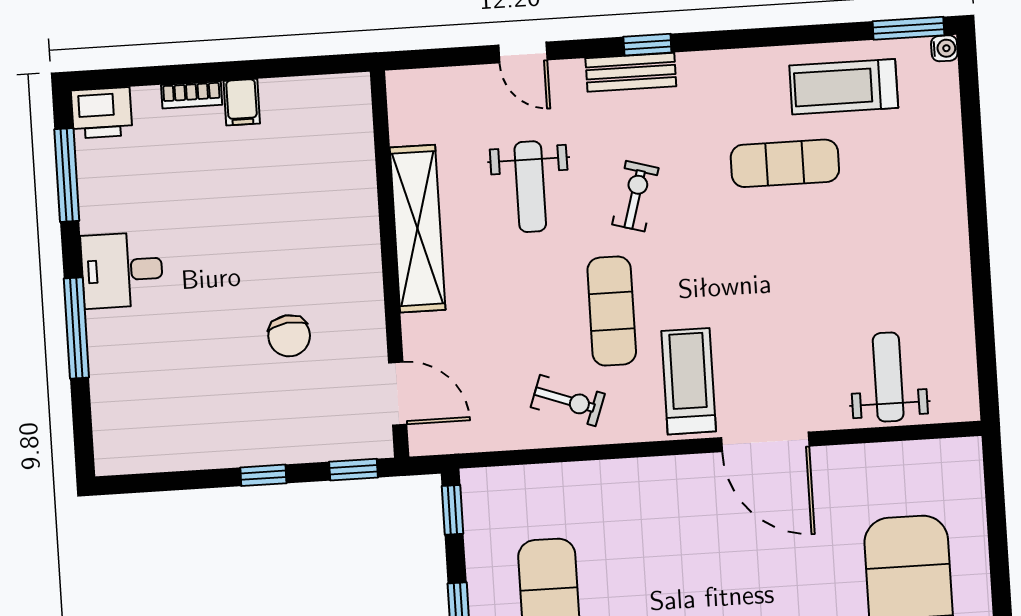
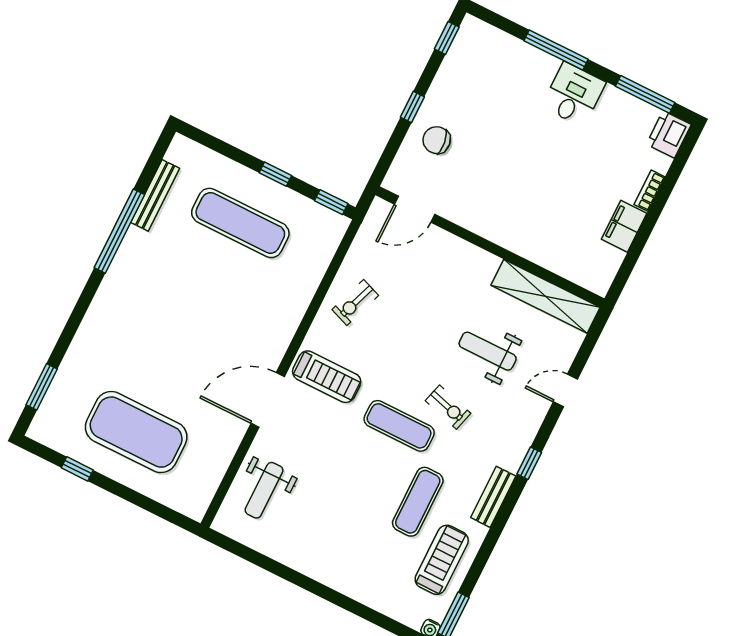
bench: (631, 72) -> (493, 497), moved
filing cabinet: (242, 102) -> (624, 226), width x2.00
shelving: (418, 229) -> (545, 296), moved
exercise mat: (612, 311) -> (399, 426), moved
chair: (289, 336) -> (437, 140), moved
weight bench: (888, 377) -> (264, 490), turned 90
window: (354, 470) -> (447, 38), moved

